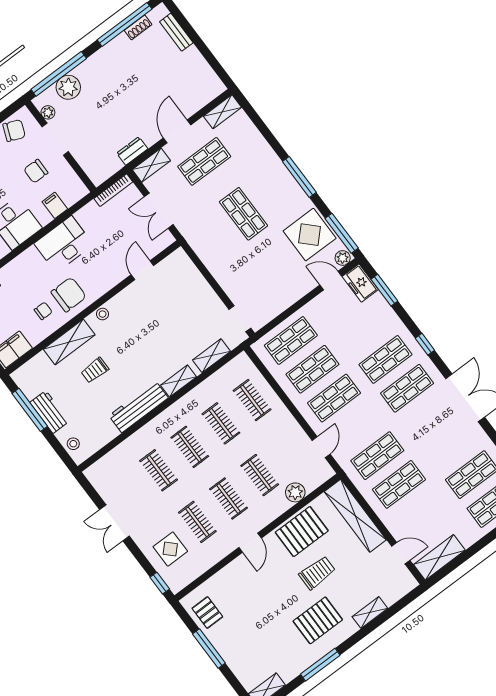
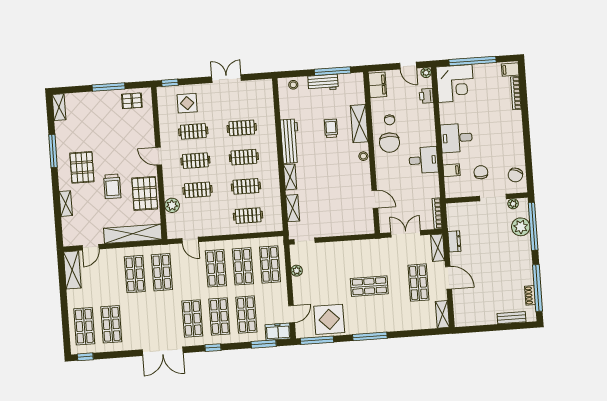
desk: (64, 244) -> (423, 160), width x0.73
plant: (343, 258) -> (297, 271), moved
shop shelf: (364, 331) -> (246, 315), added

